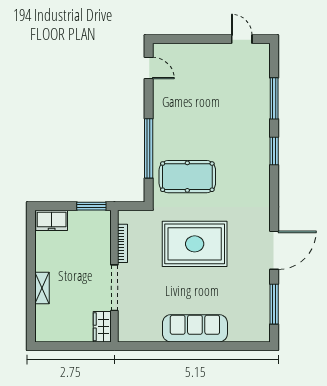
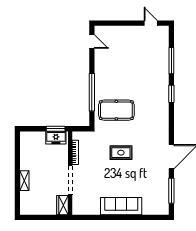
freezer: (52, 220) -> (56, 138), moved
rug: (195, 244) -> (121, 153), width x0.54, depth x0.49

